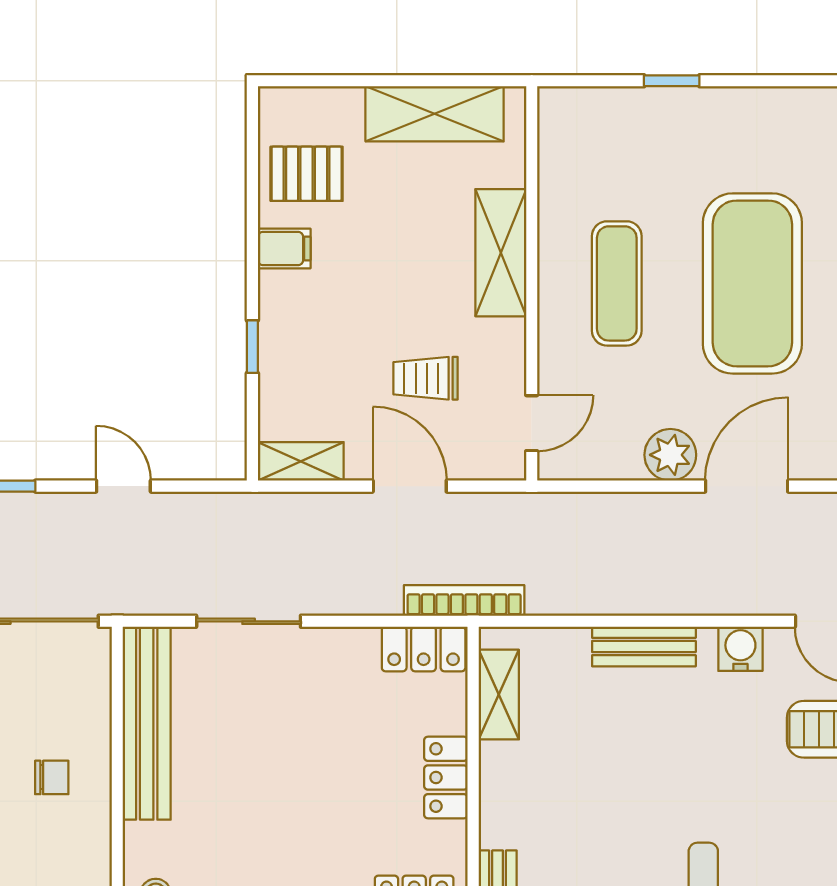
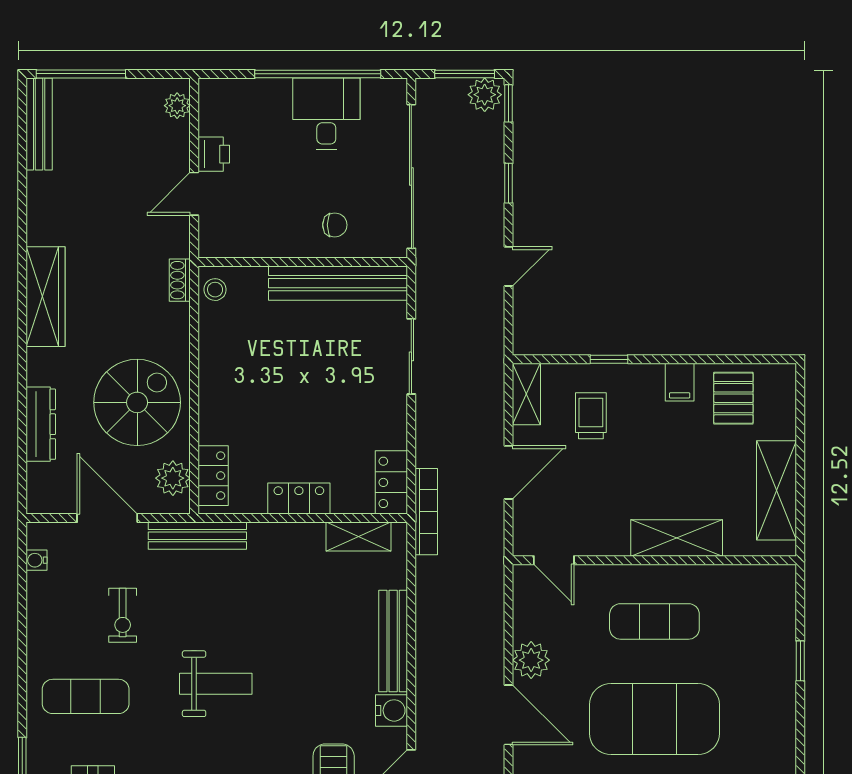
trolley: (426, 378) -> (591, 416), moved
bench: (644, 646) -> (393, 641), width x1.36
chair: (52, 777) -> (335, 225), moved, turned -90

